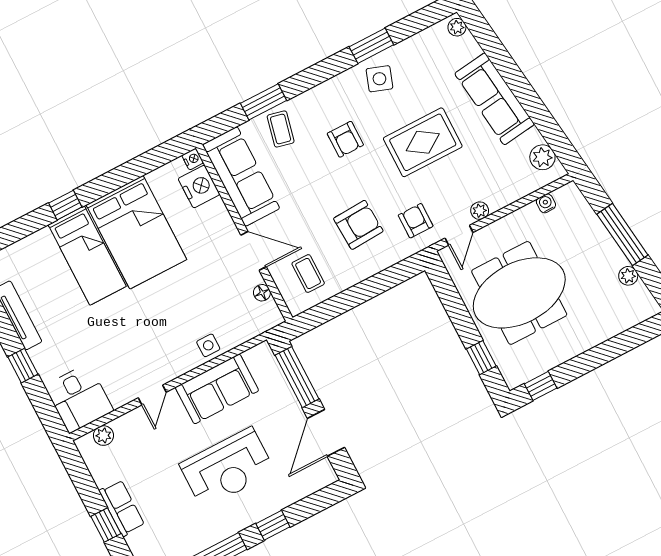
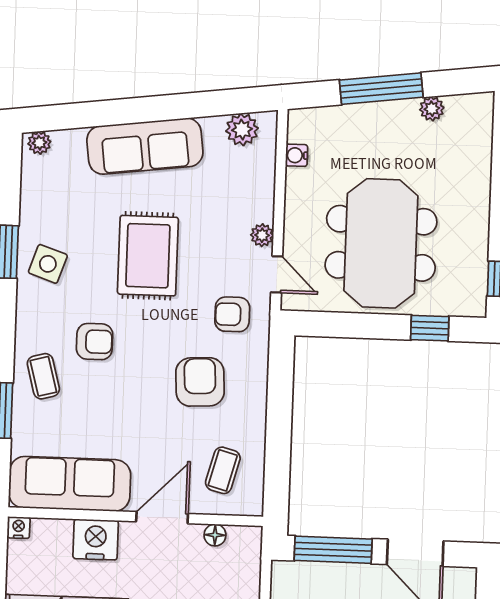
coffee table: (281, 129) -> (43, 376), moved, turned 62
nightstand: (199, 187) -> (96, 540), moved
coffee table: (308, 273) -> (223, 470), turned -75

